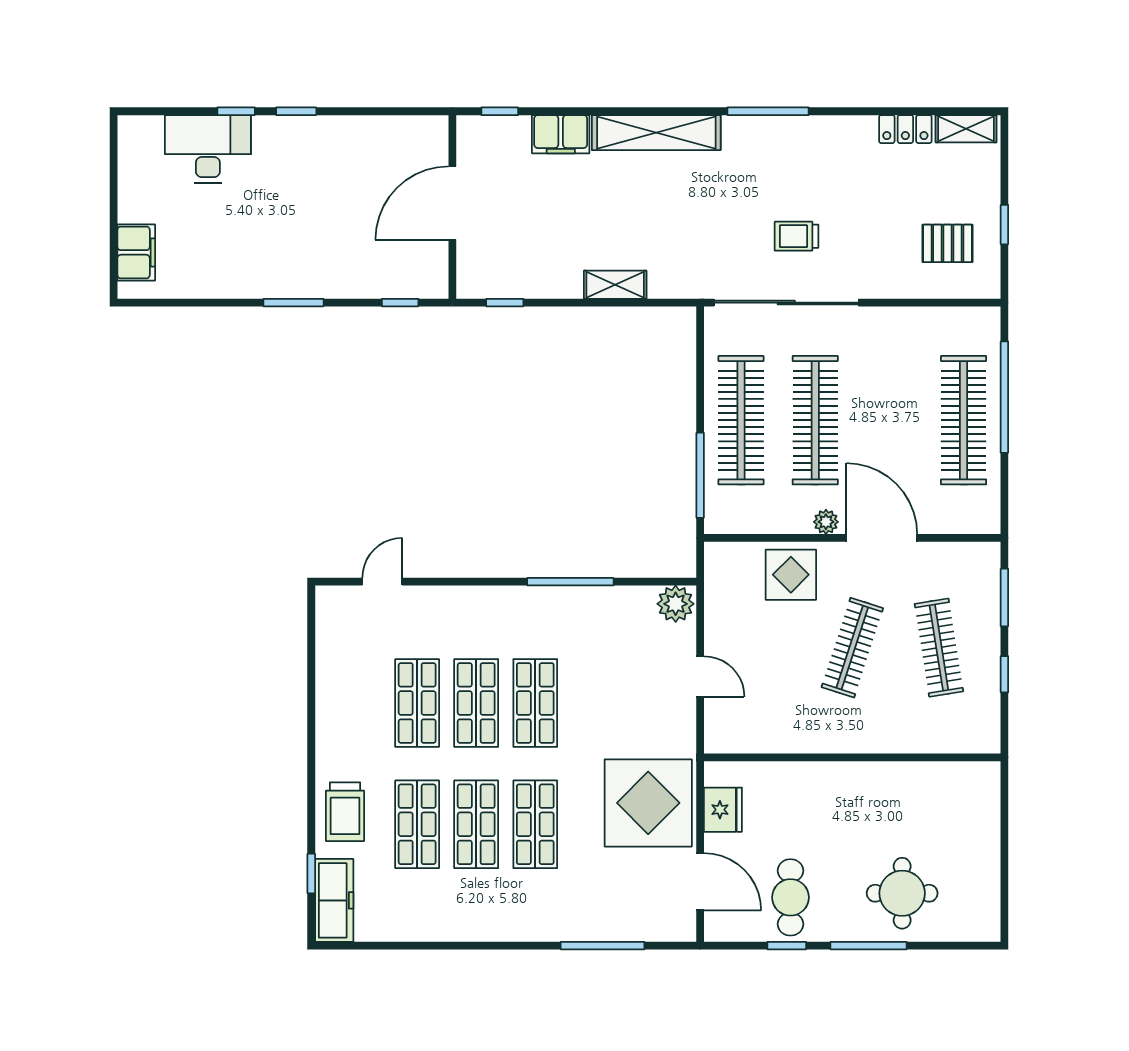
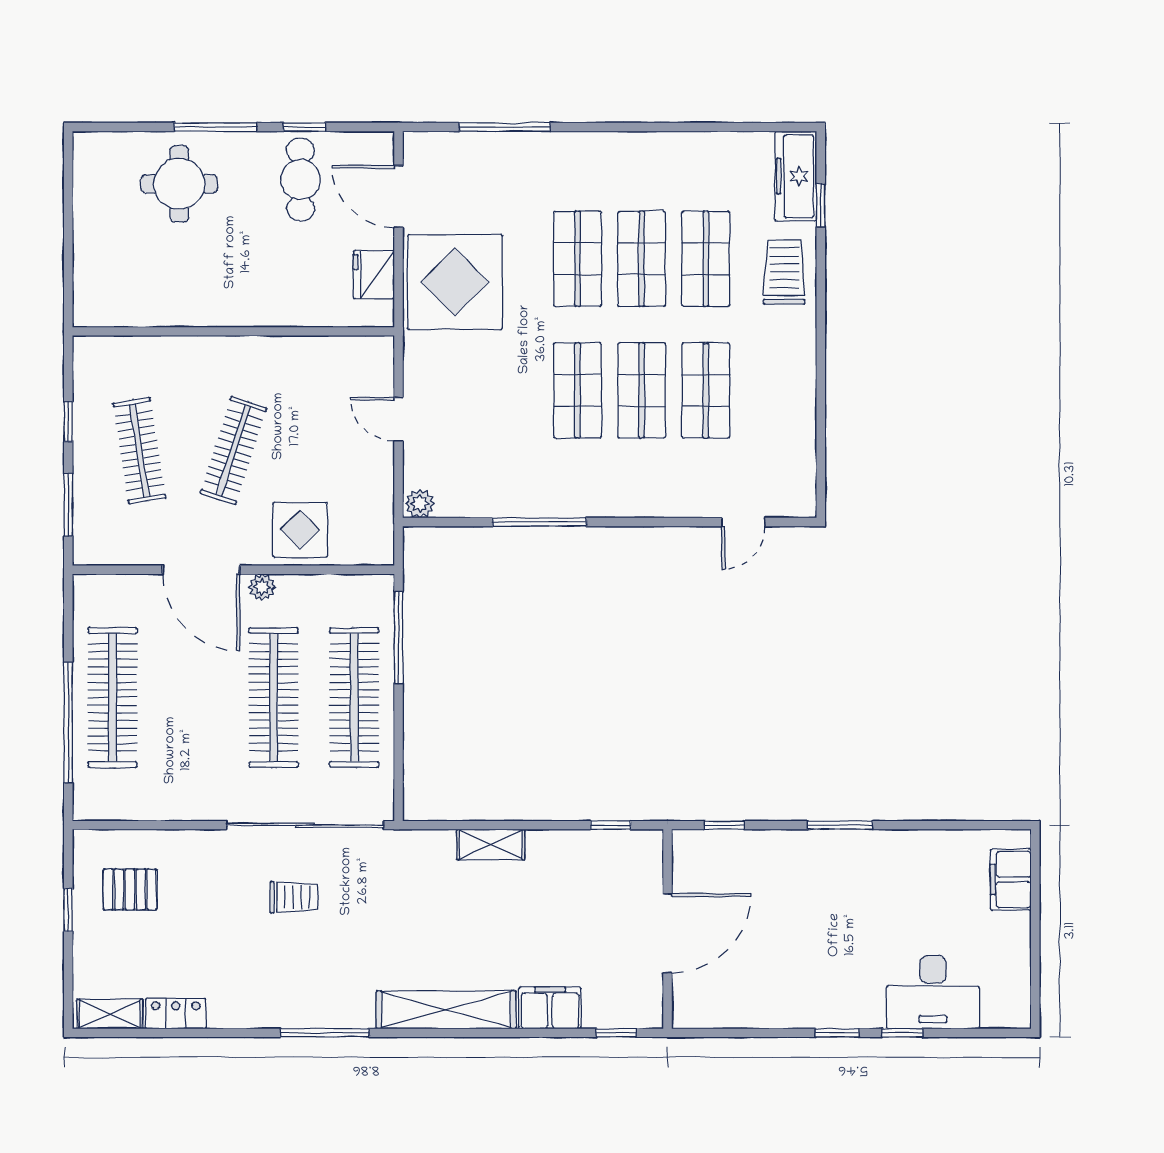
plant: (676, 604) -> (420, 504), width x0.73, depth x0.73

